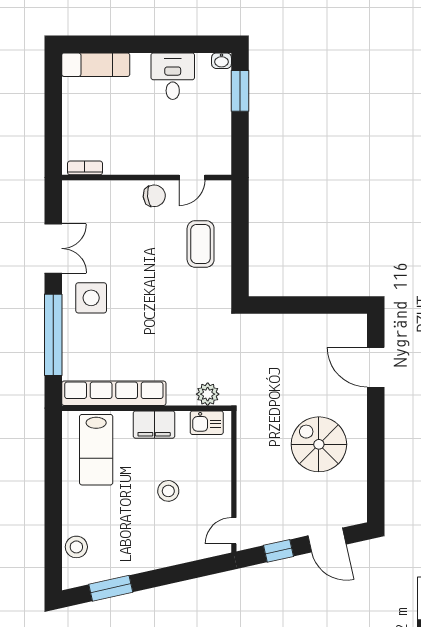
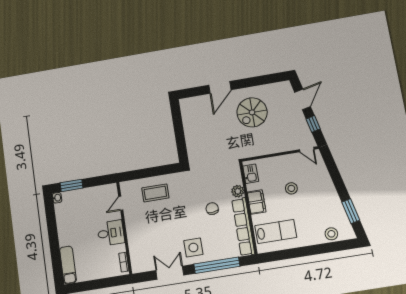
desk: (173, 76) -> (111, 233), moved, turned 180
door: (192, 177) -> (121, 203), swing flipped
chair: (154, 196) -> (212, 209), moved
door: (376, 367) -> (220, 87), moved
plant: (208, 394) -> (238, 191), moved

